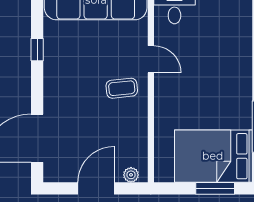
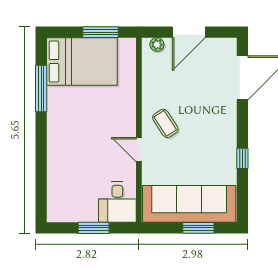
coffee table: (122, 88) -> (165, 123), turned 63
window: (215, 188) -> (101, 32), moved

